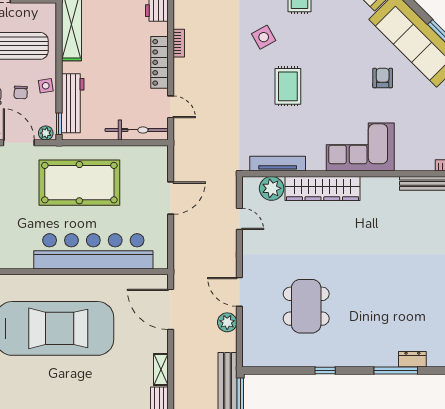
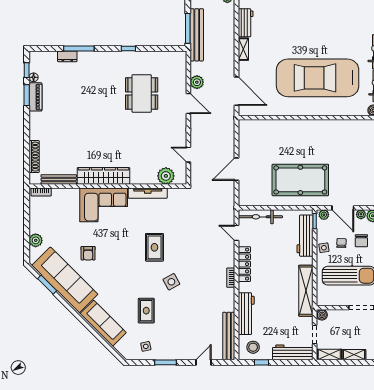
tv unit: (278, 164) -> (148, 193), moved
wardrobe: (322, 188) -> (103, 176), moved
bar counter: (93, 251) -> (291, 132), removed

